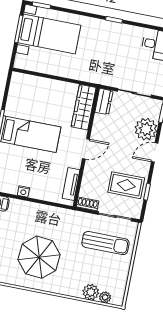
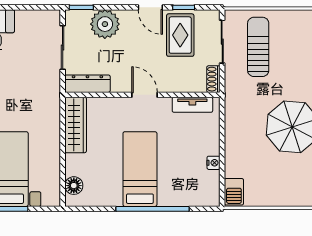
floor lamp: (27, 81) -> (74, 186), added
dresser: (104, 102) -> (87, 84), width x1.44
wardrobe: (84, 107) -> (76, 125), moved, turned -90
door: (155, 152) -> (150, 7), moved

